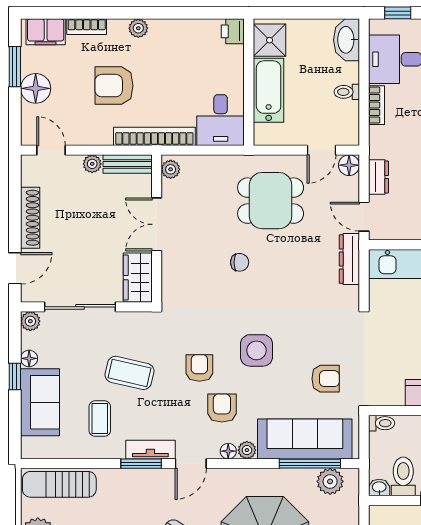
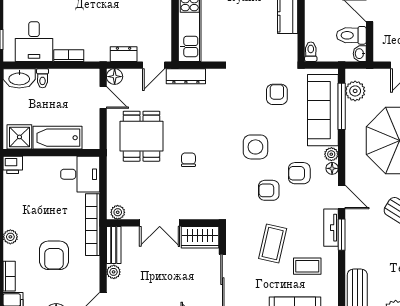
toilet: (347, 92) -> (43, 78), moved

